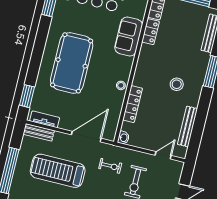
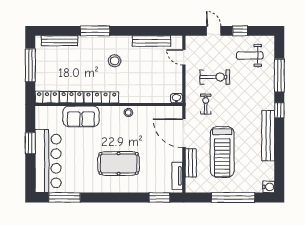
pool table: (72, 63) -> (119, 163), width x0.73, depth x0.76
locker: (133, 104) -> (101, 97), moved
bench: (39, 132) -> (191, 163), moved

